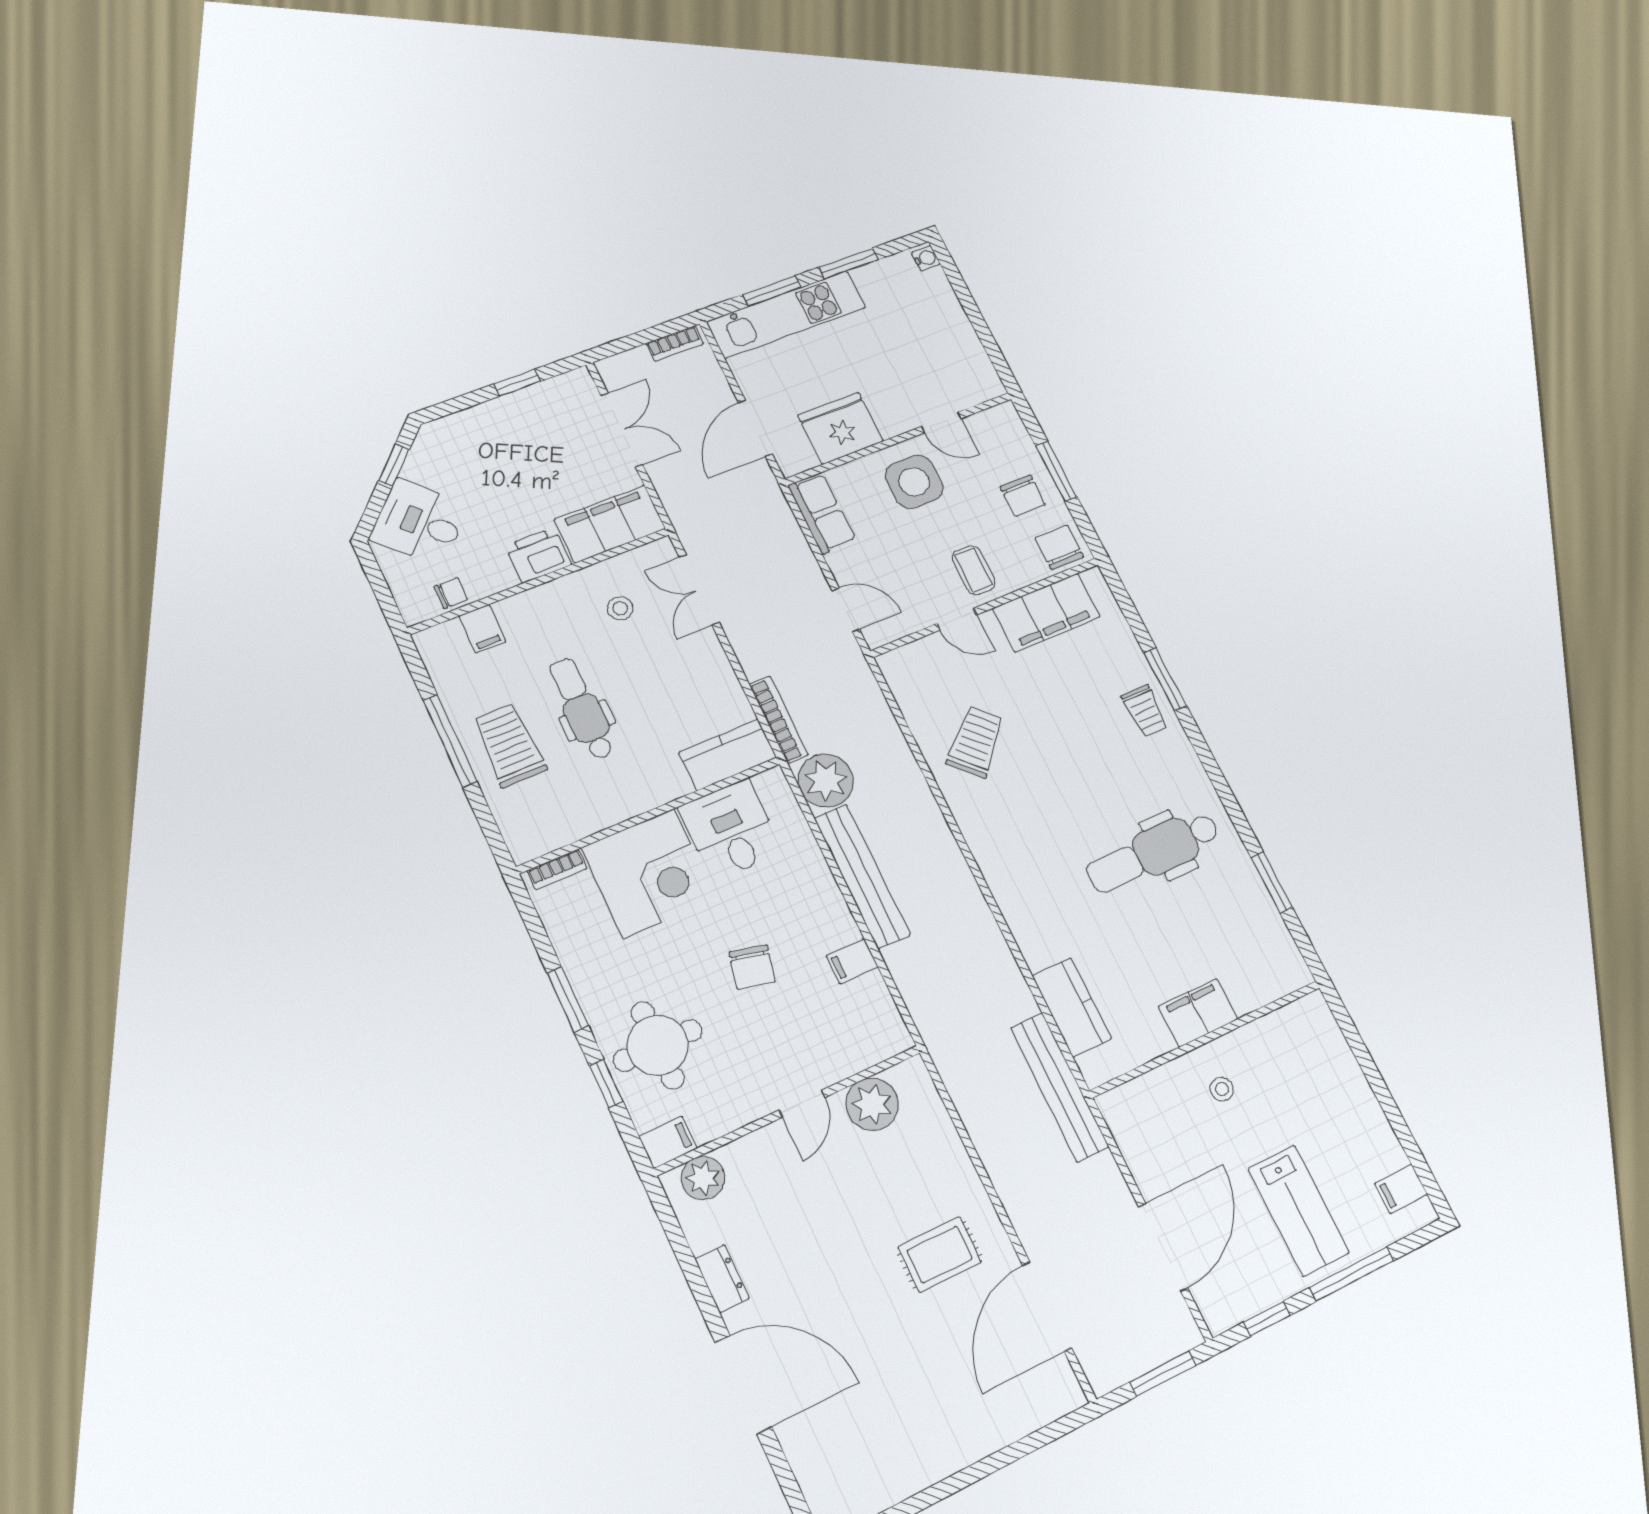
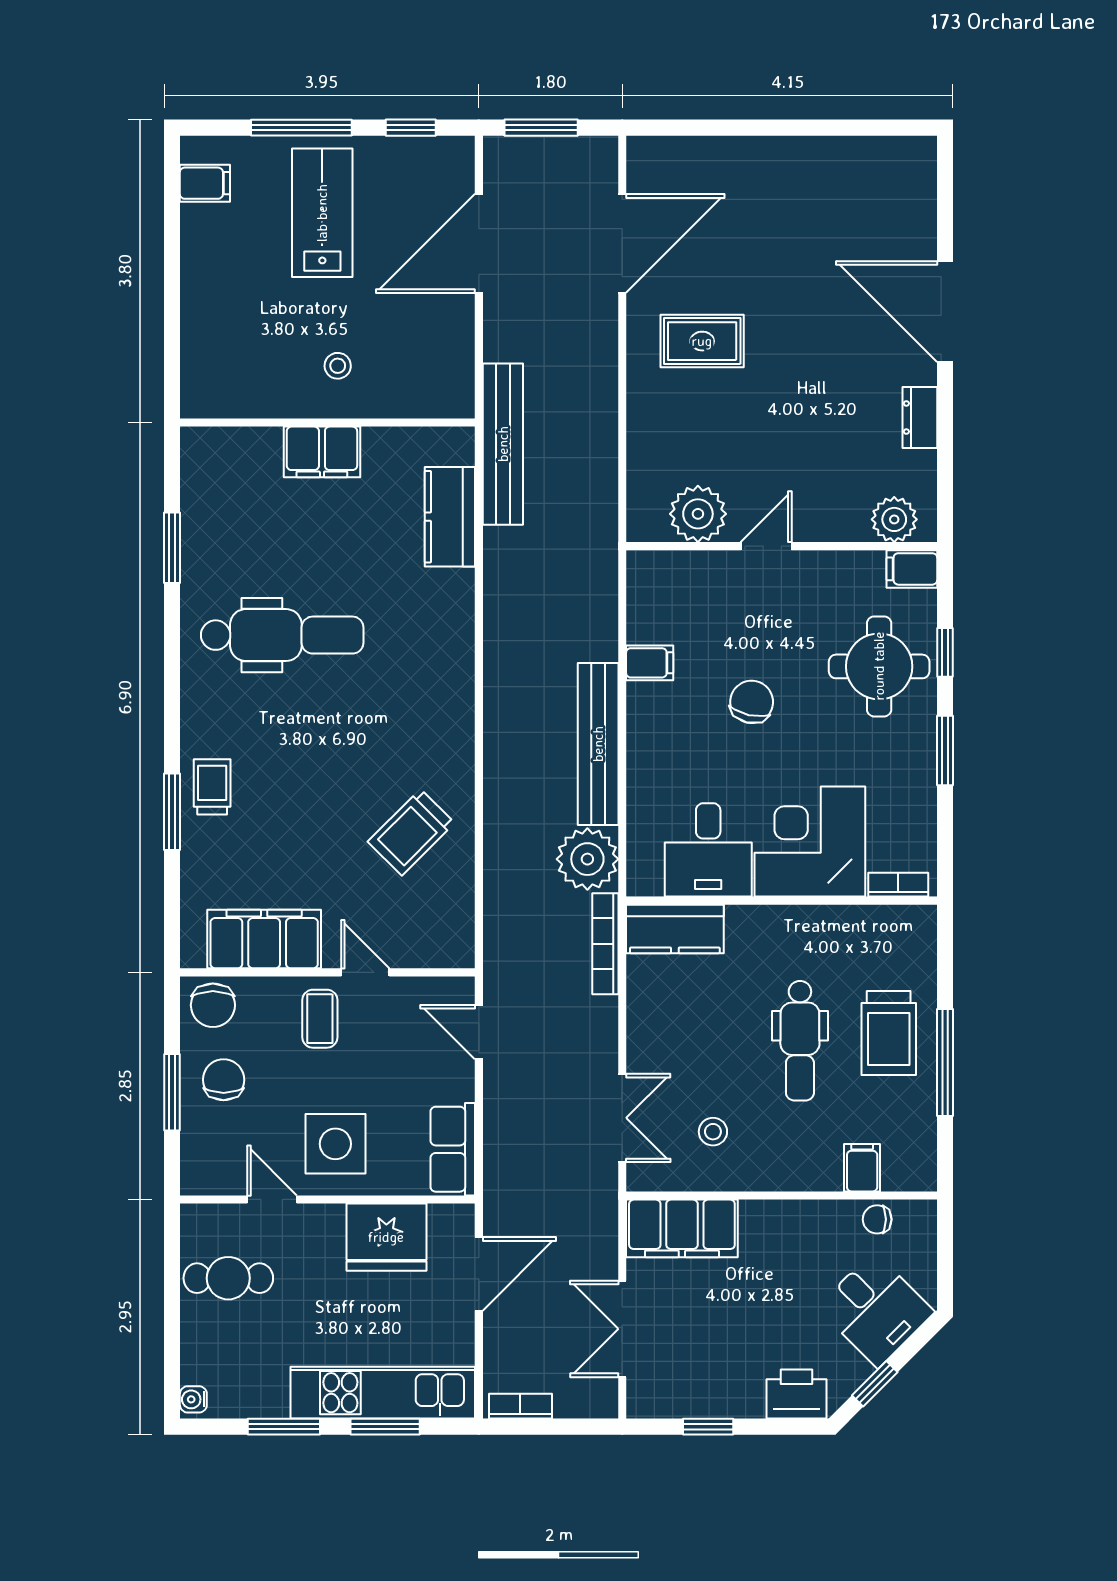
cafe table: (945, 353) -> (228, 1278), added
printer: (538, 555) -> (796, 1394), moved, turned 180

